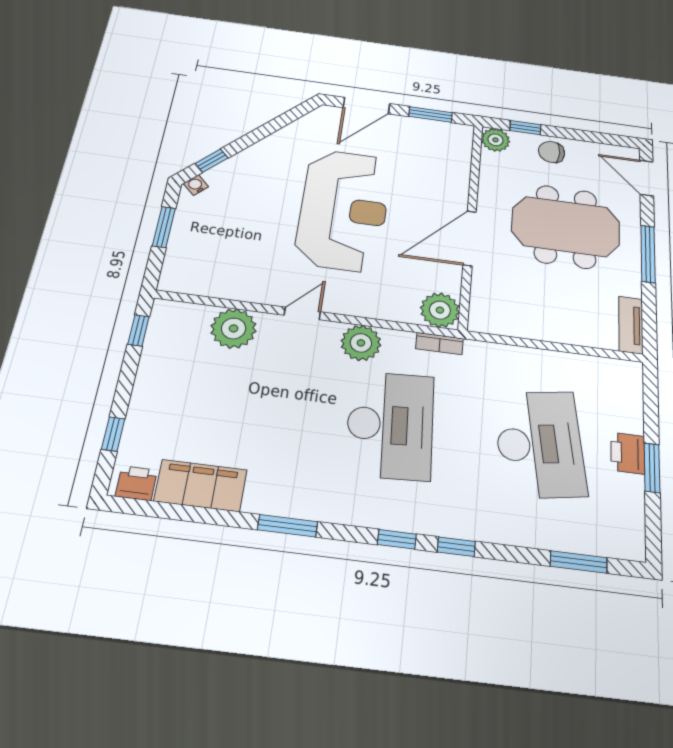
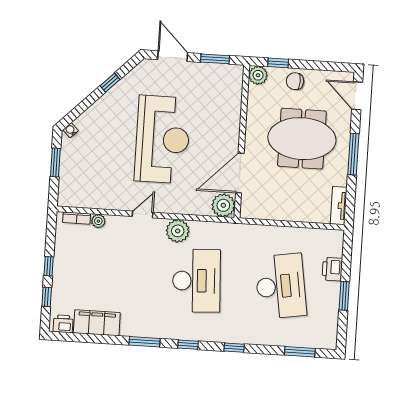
door: (366, 106) -> (173, 56), swing flipped
window: (211, 161) -> (110, 83), moved
door: (470, 238) -> (240, 173), moved
plant: (234, 328) -> (98, 221), width x0.53, depth x0.53
window: (139, 330) -> (49, 266), moved
bookcase: (439, 344) -> (77, 218), moved
printer: (628, 453) -> (332, 269), moved
window: (397, 539) -> (188, 345), moved

